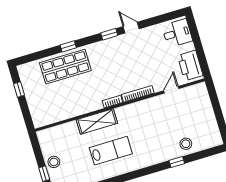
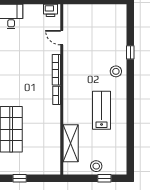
printer: (190, 65) -> (51, 10), width x0.53, depth x0.68
shelving: (97, 121) -> (71, 143), moved
stool: (186, 144) -> (116, 71), moved

